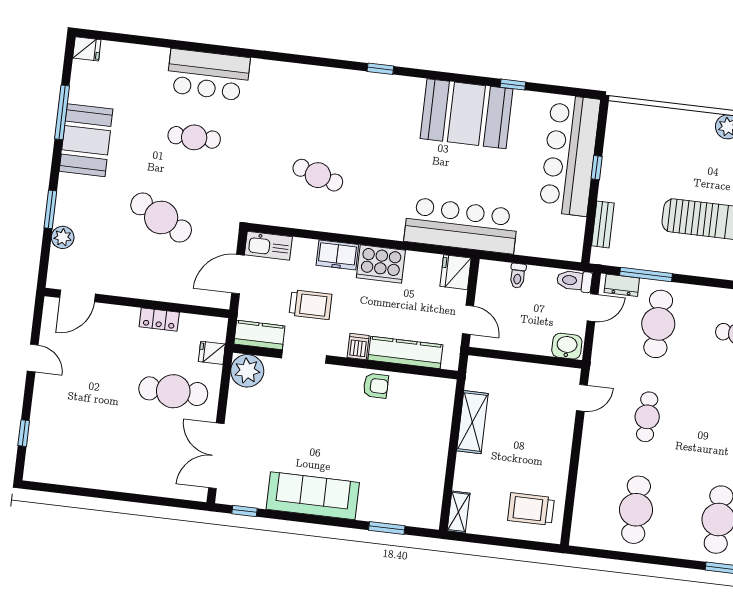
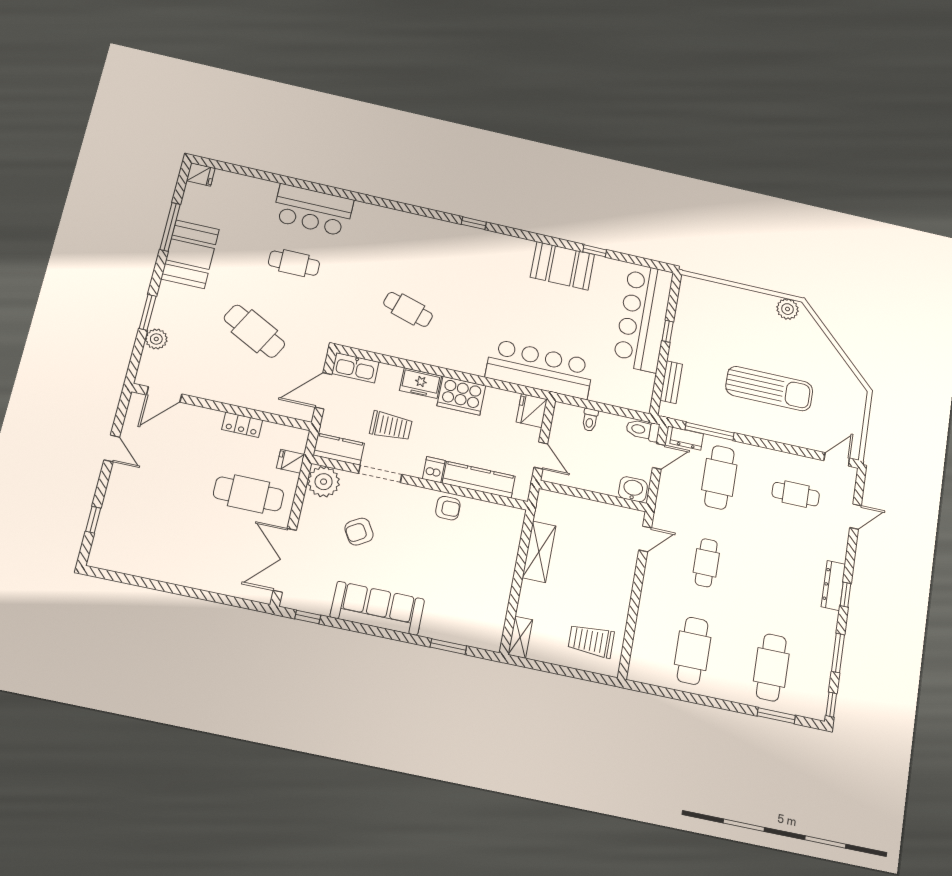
booth: (466, 114) -> (562, 266), width x0.73, depth x0.70
armchair: (288, 419) -> (359, 532), added

